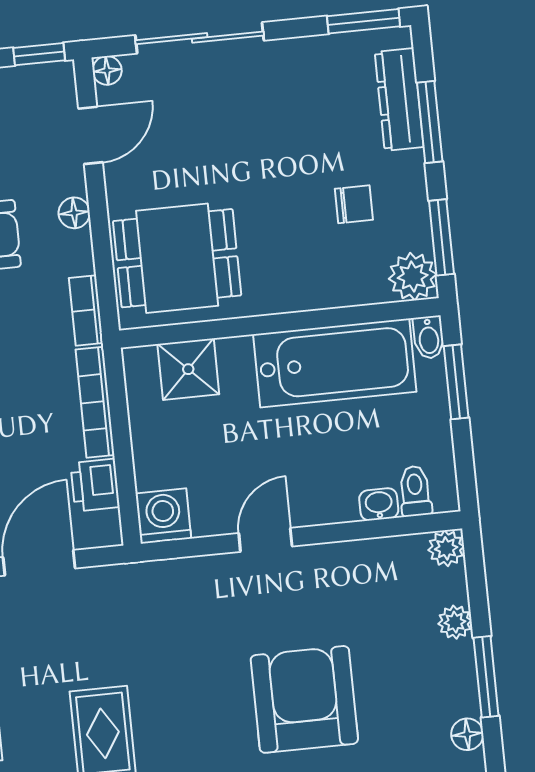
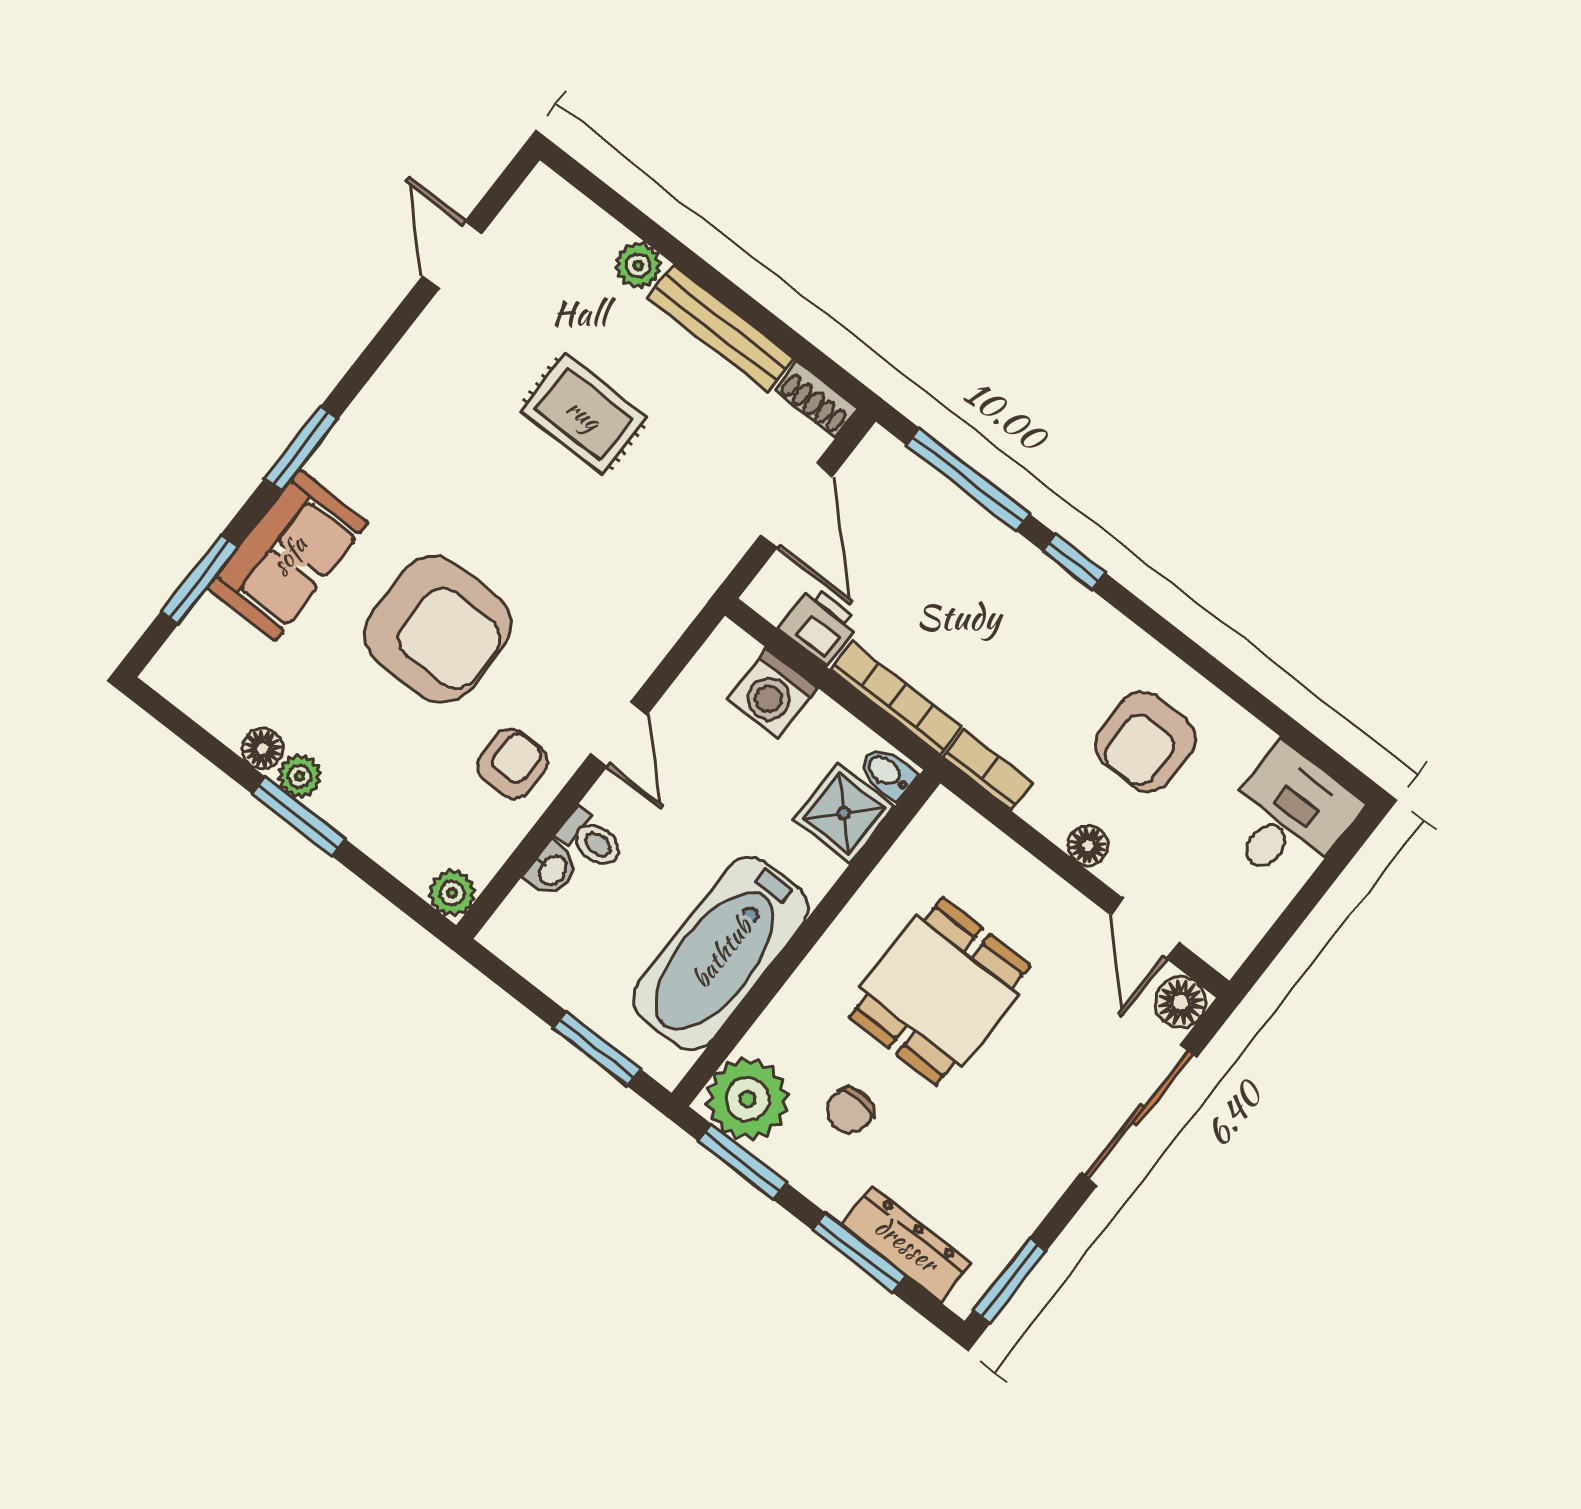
window: (39, 54) -> (1265, 953), removed
floor lamp: (107, 70) -> (1181, 1002), width x1.37, depth x1.37
dining table: (177, 258) -> (939, 991), moved
plant: (413, 277) -> (747, 1099), width x1.36, depth x1.36
bidet: (429, 337) -> (887, 773), moved
toilet: (415, 491) -> (591, 839), moved
washing machine: (163, 516) -> (773, 694), moved, turned 90
armchair: (340, 584) -> (512, 764), added
plant: (455, 622) -> (300, 776), moved

